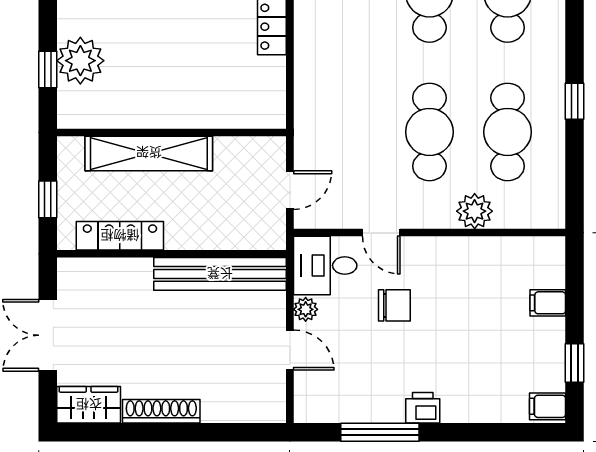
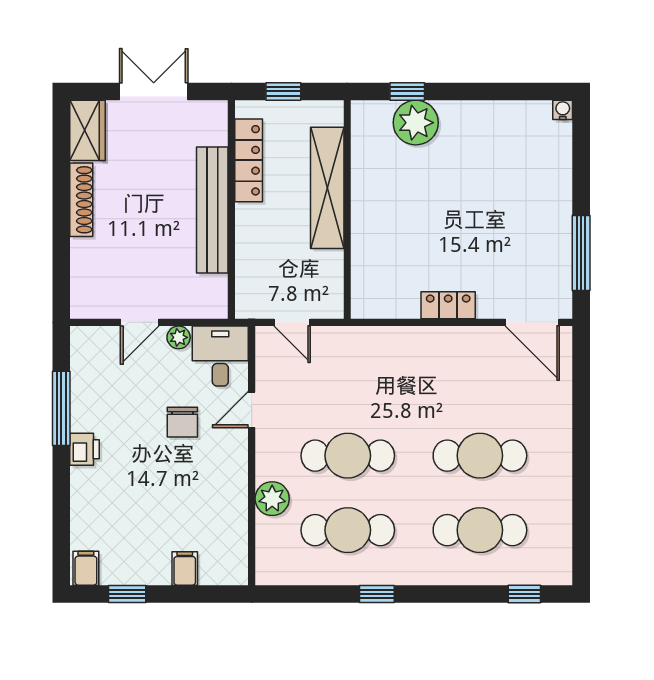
bench: (220, 274) -> (212, 210), moved

